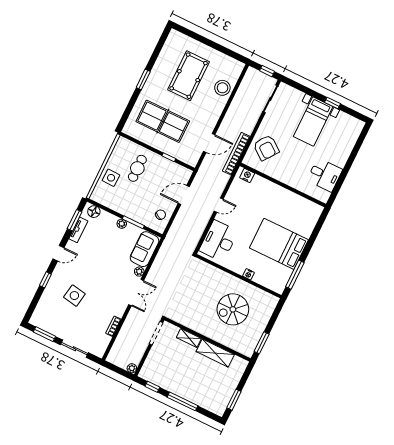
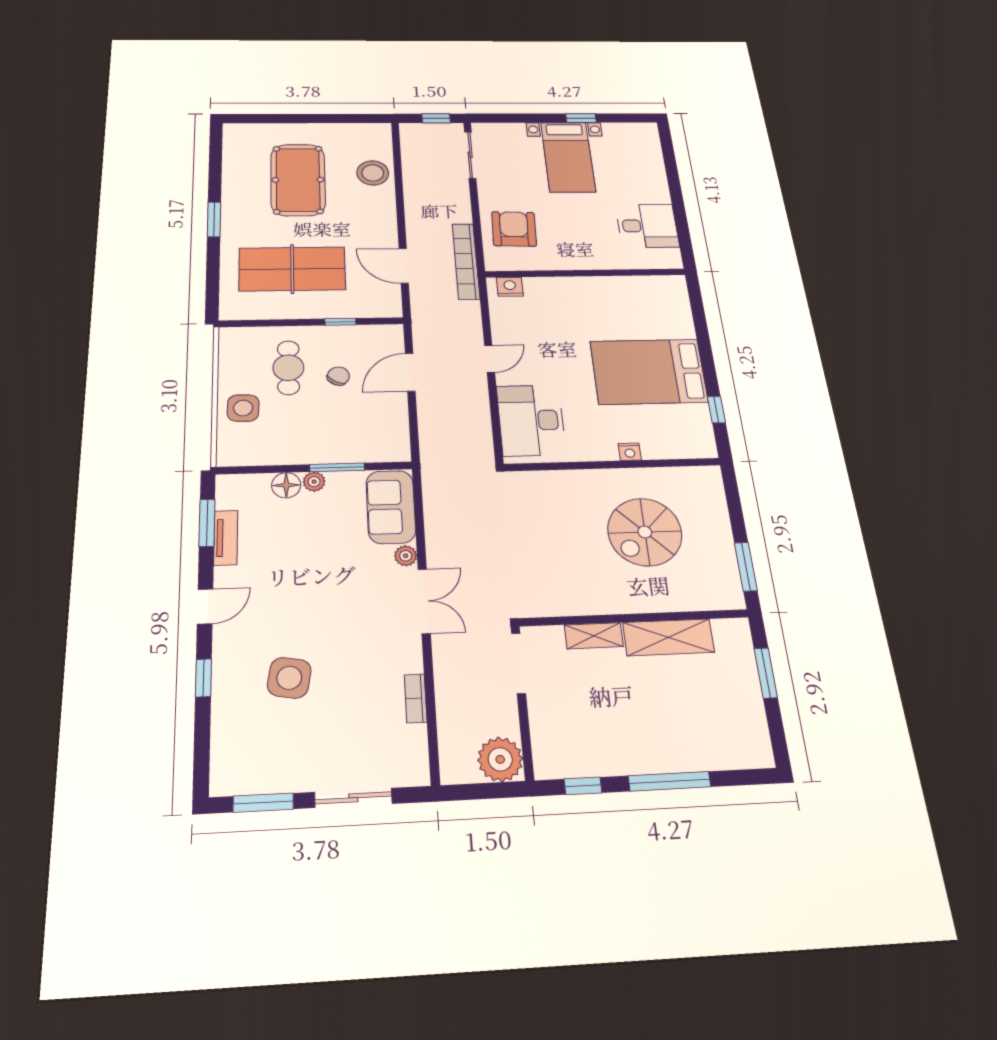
door: (209, 143) -> (404, 266), swing flipped
armchair: (266, 148) -> (514, 229), turned -125
floor lamp: (94, 212) -> (286, 485), moved
chair: (161, 215) -> (338, 376), moved
window: (295, 275) -> (716, 410), width x0.46
plant: (132, 368) -> (500, 759), width x1.87, depth x1.87
window: (234, 400) -> (766, 673), moved

